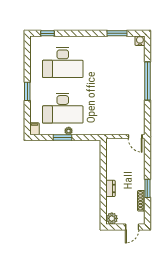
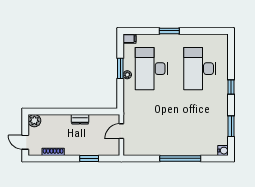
window: (47, 33) -> (231, 87), moved
door: (135, 136) -> (121, 131), moved
dresser: (110, 188) -> (80, 119), moved
window: (147, 188) -> (89, 158), moved

